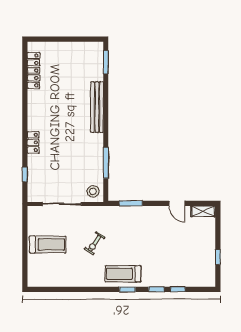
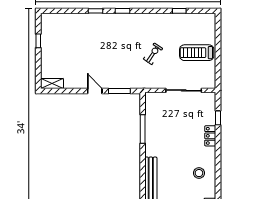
locker: (33, 142) -> (210, 136), moved
stool: (93, 191) -> (199, 173), moved
door: (177, 203) -> (95, 91), moved
treadmill: (123, 274) -> (127, 25), removed
window: (178, 289) -> (179, 11), moved

